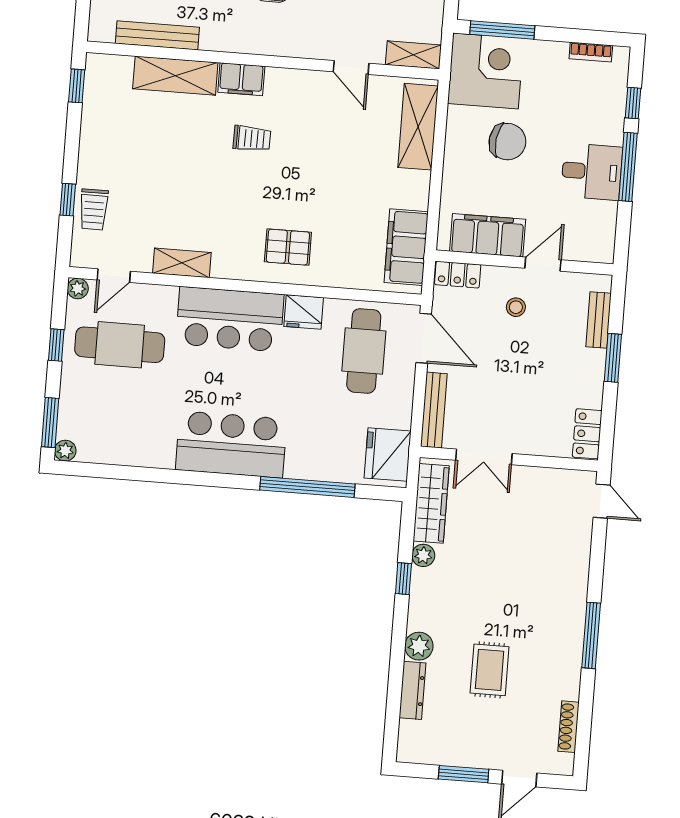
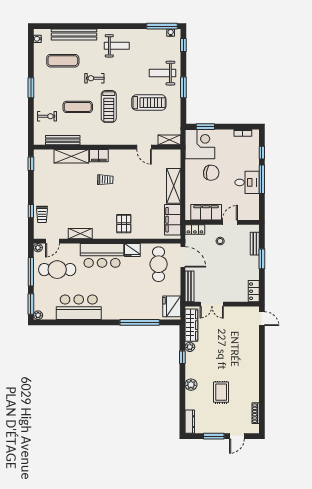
window: (502, 30) -> (205, 127), width x0.69
shelving: (418, 127) -> (174, 186), moved
pallet: (288, 247) -> (124, 224), turned 90
window: (56, 345) -> (31, 272), width x2.17
bar counter: (231, 444) -> (79, 307), moved
window: (591, 635) -> (262, 375), removed
dresser: (412, 690) -> (190, 422), moved

